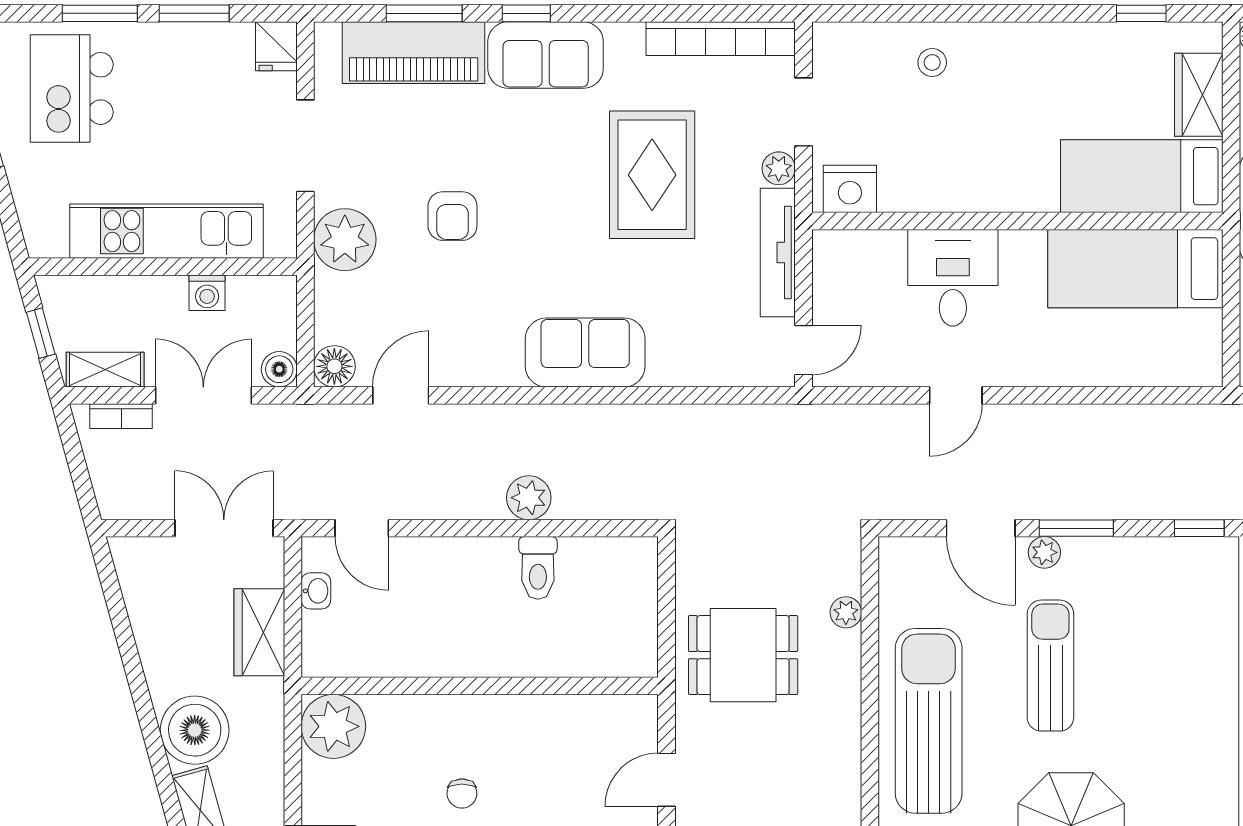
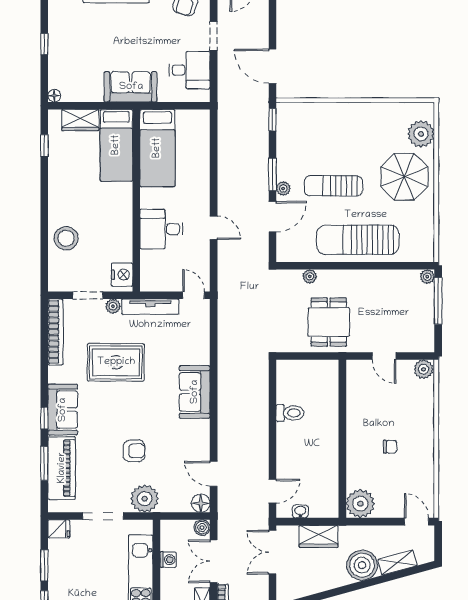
stool: (932, 62) -> (66, 238), width x1.89, depth x1.89
plant: (529, 498) -> (259, 417), removed

